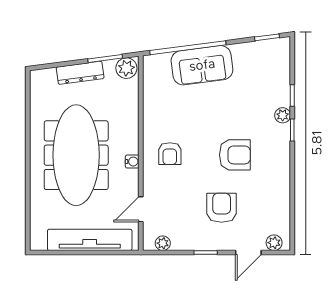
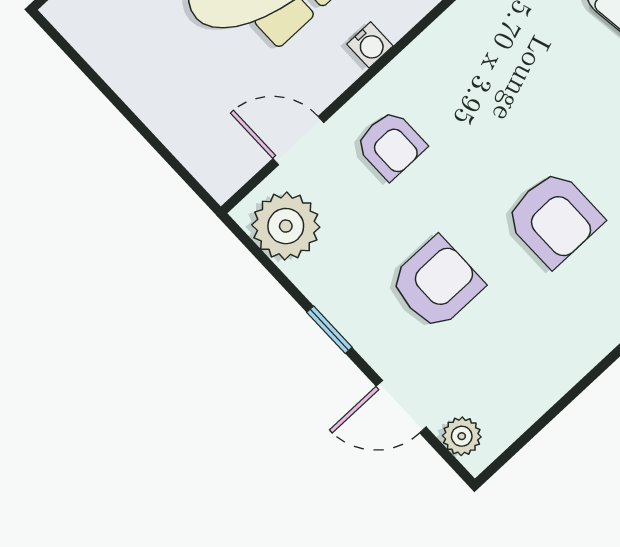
armchair: (170, 154) -> (391, 145), moved, turned -90
tv unit: (90, 240) -> (158, 100), removed
plant: (163, 243) -> (286, 226), width x1.88, depth x1.88

